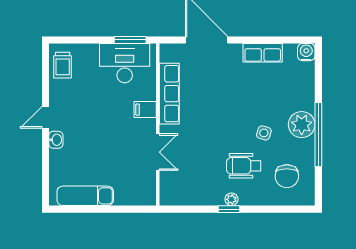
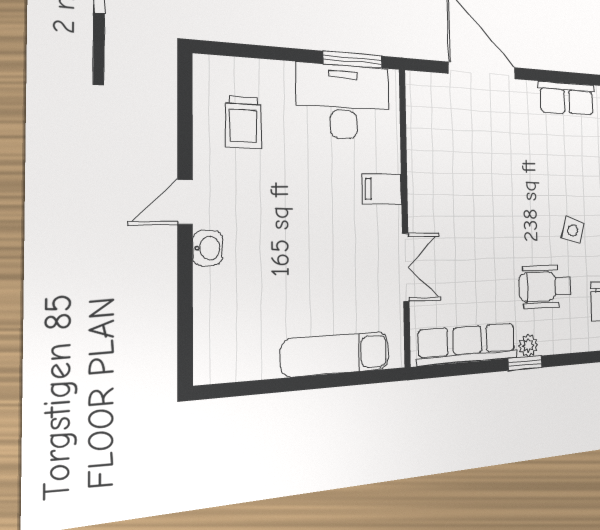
trolley: (63, 65) -> (243, 122), moved
row of seats: (169, 94) -> (467, 344), moved, turned -90
exam couch: (85, 196) -> (336, 354), moved

